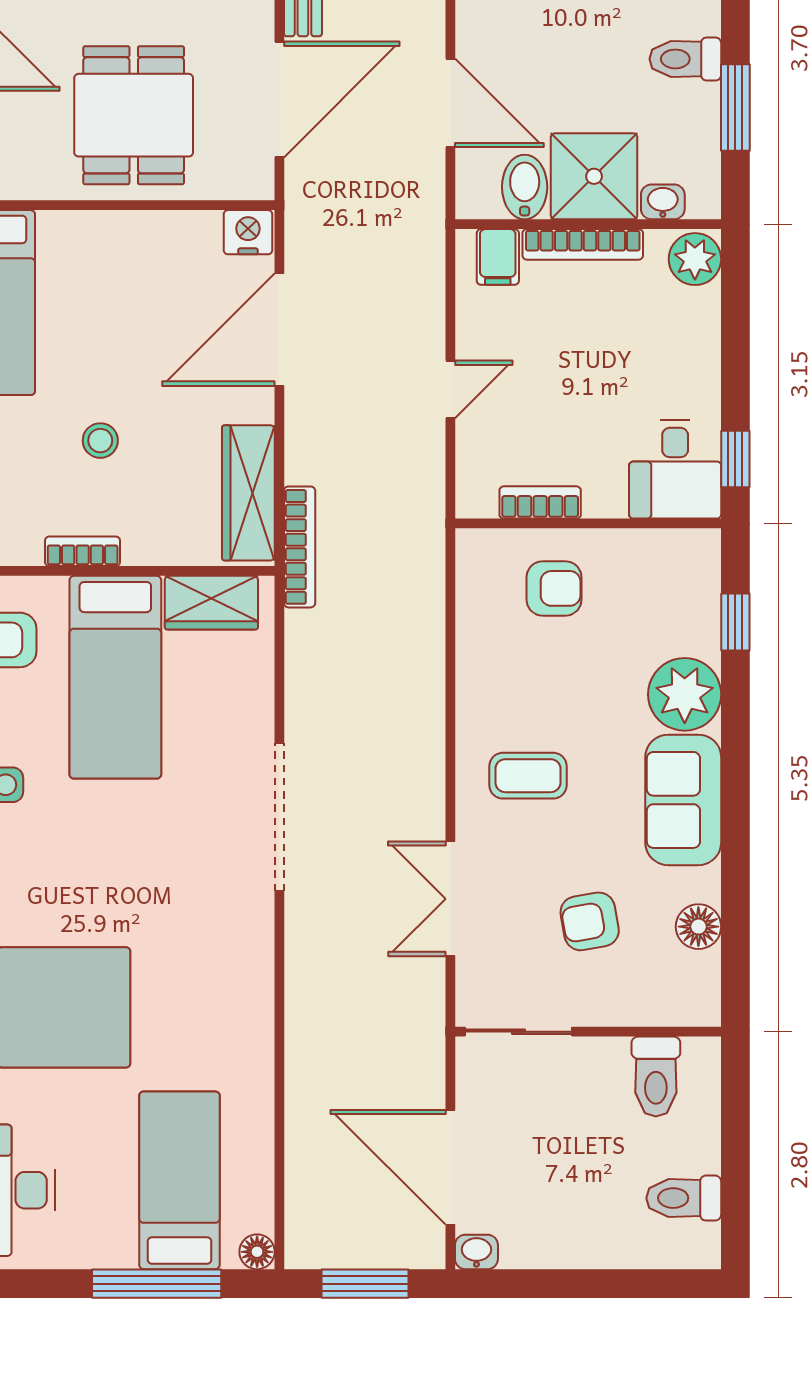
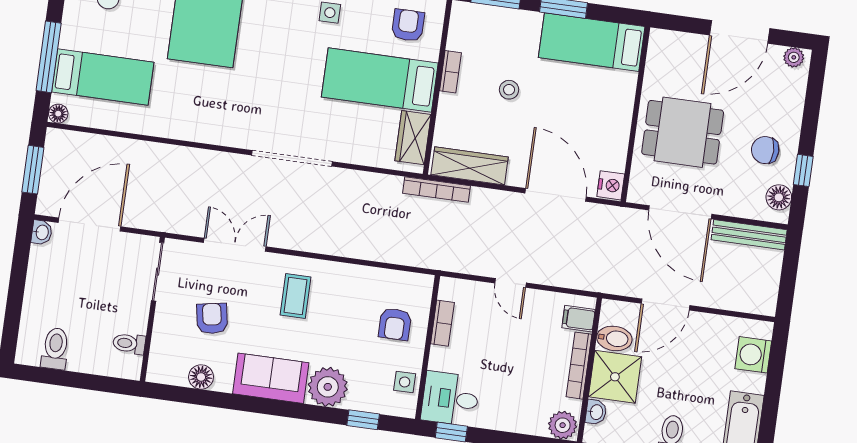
side table: (656, 556) -> (405, 382), added
toilet: (656, 1077) -> (129, 343), width x0.73, depth x0.72

